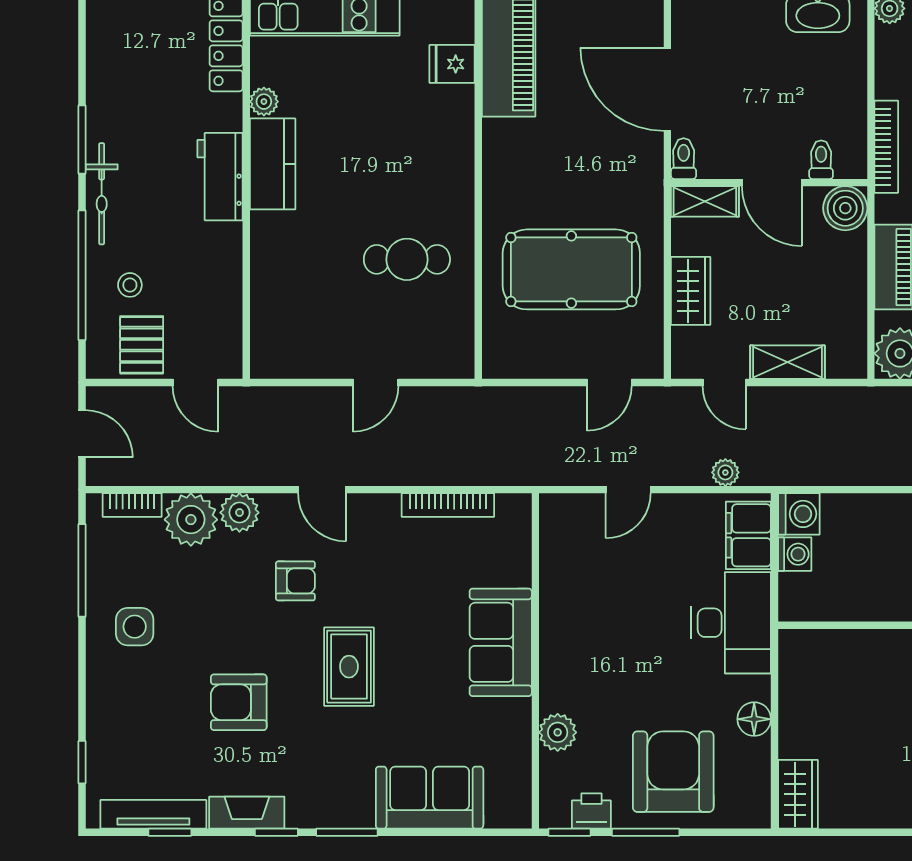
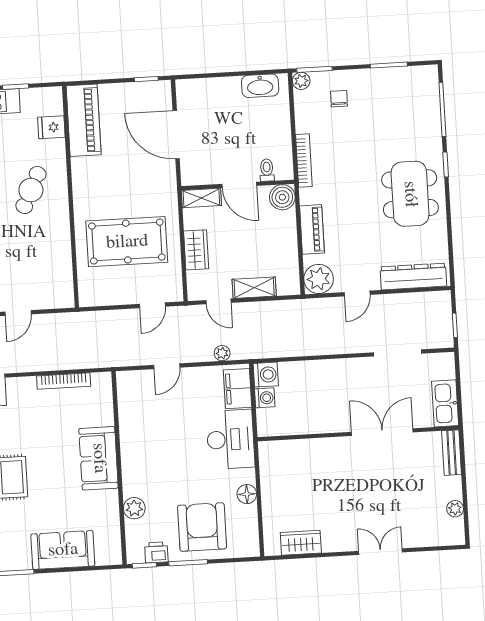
toilet: (684, 159) -> (188, 174), removed
cafe table: (407, 259) -> (31, 190), moved, turned -64
wardrobe: (798, 794) -> (301, 543), moved, turned -90

